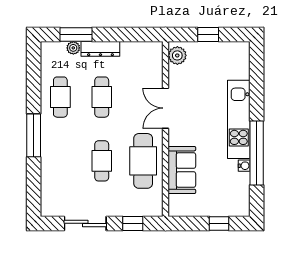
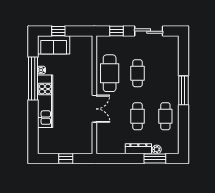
plant: (177, 55) -> (87, 144), removed
sofa: (182, 170) -> (54, 45), moved, turned -90

